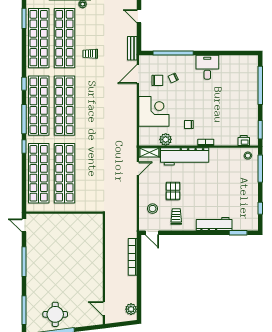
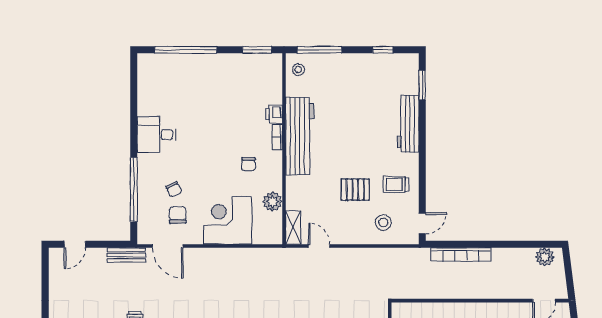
printer: (244, 140) -> (274, 114), moved
workbench: (185, 156) -> (300, 136), moved

